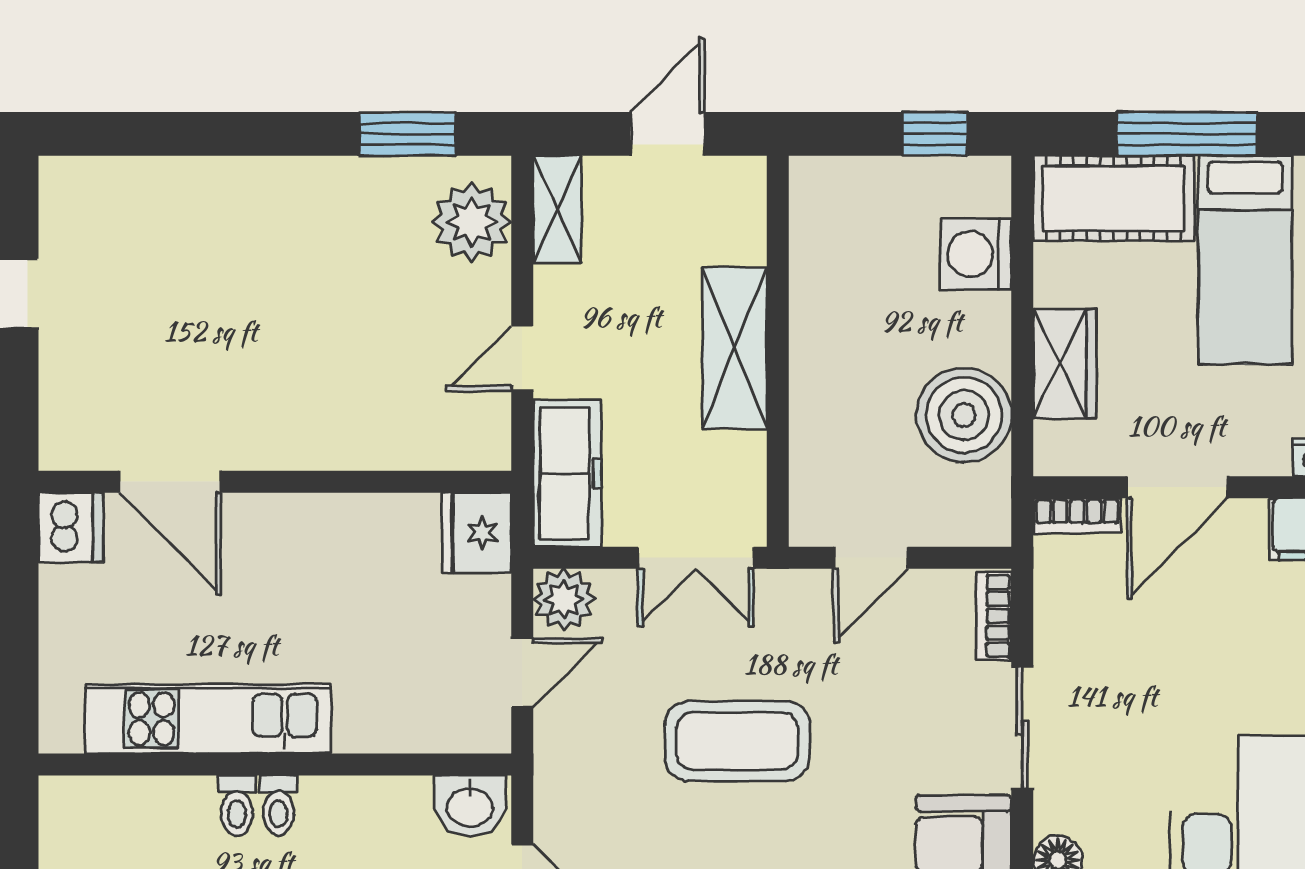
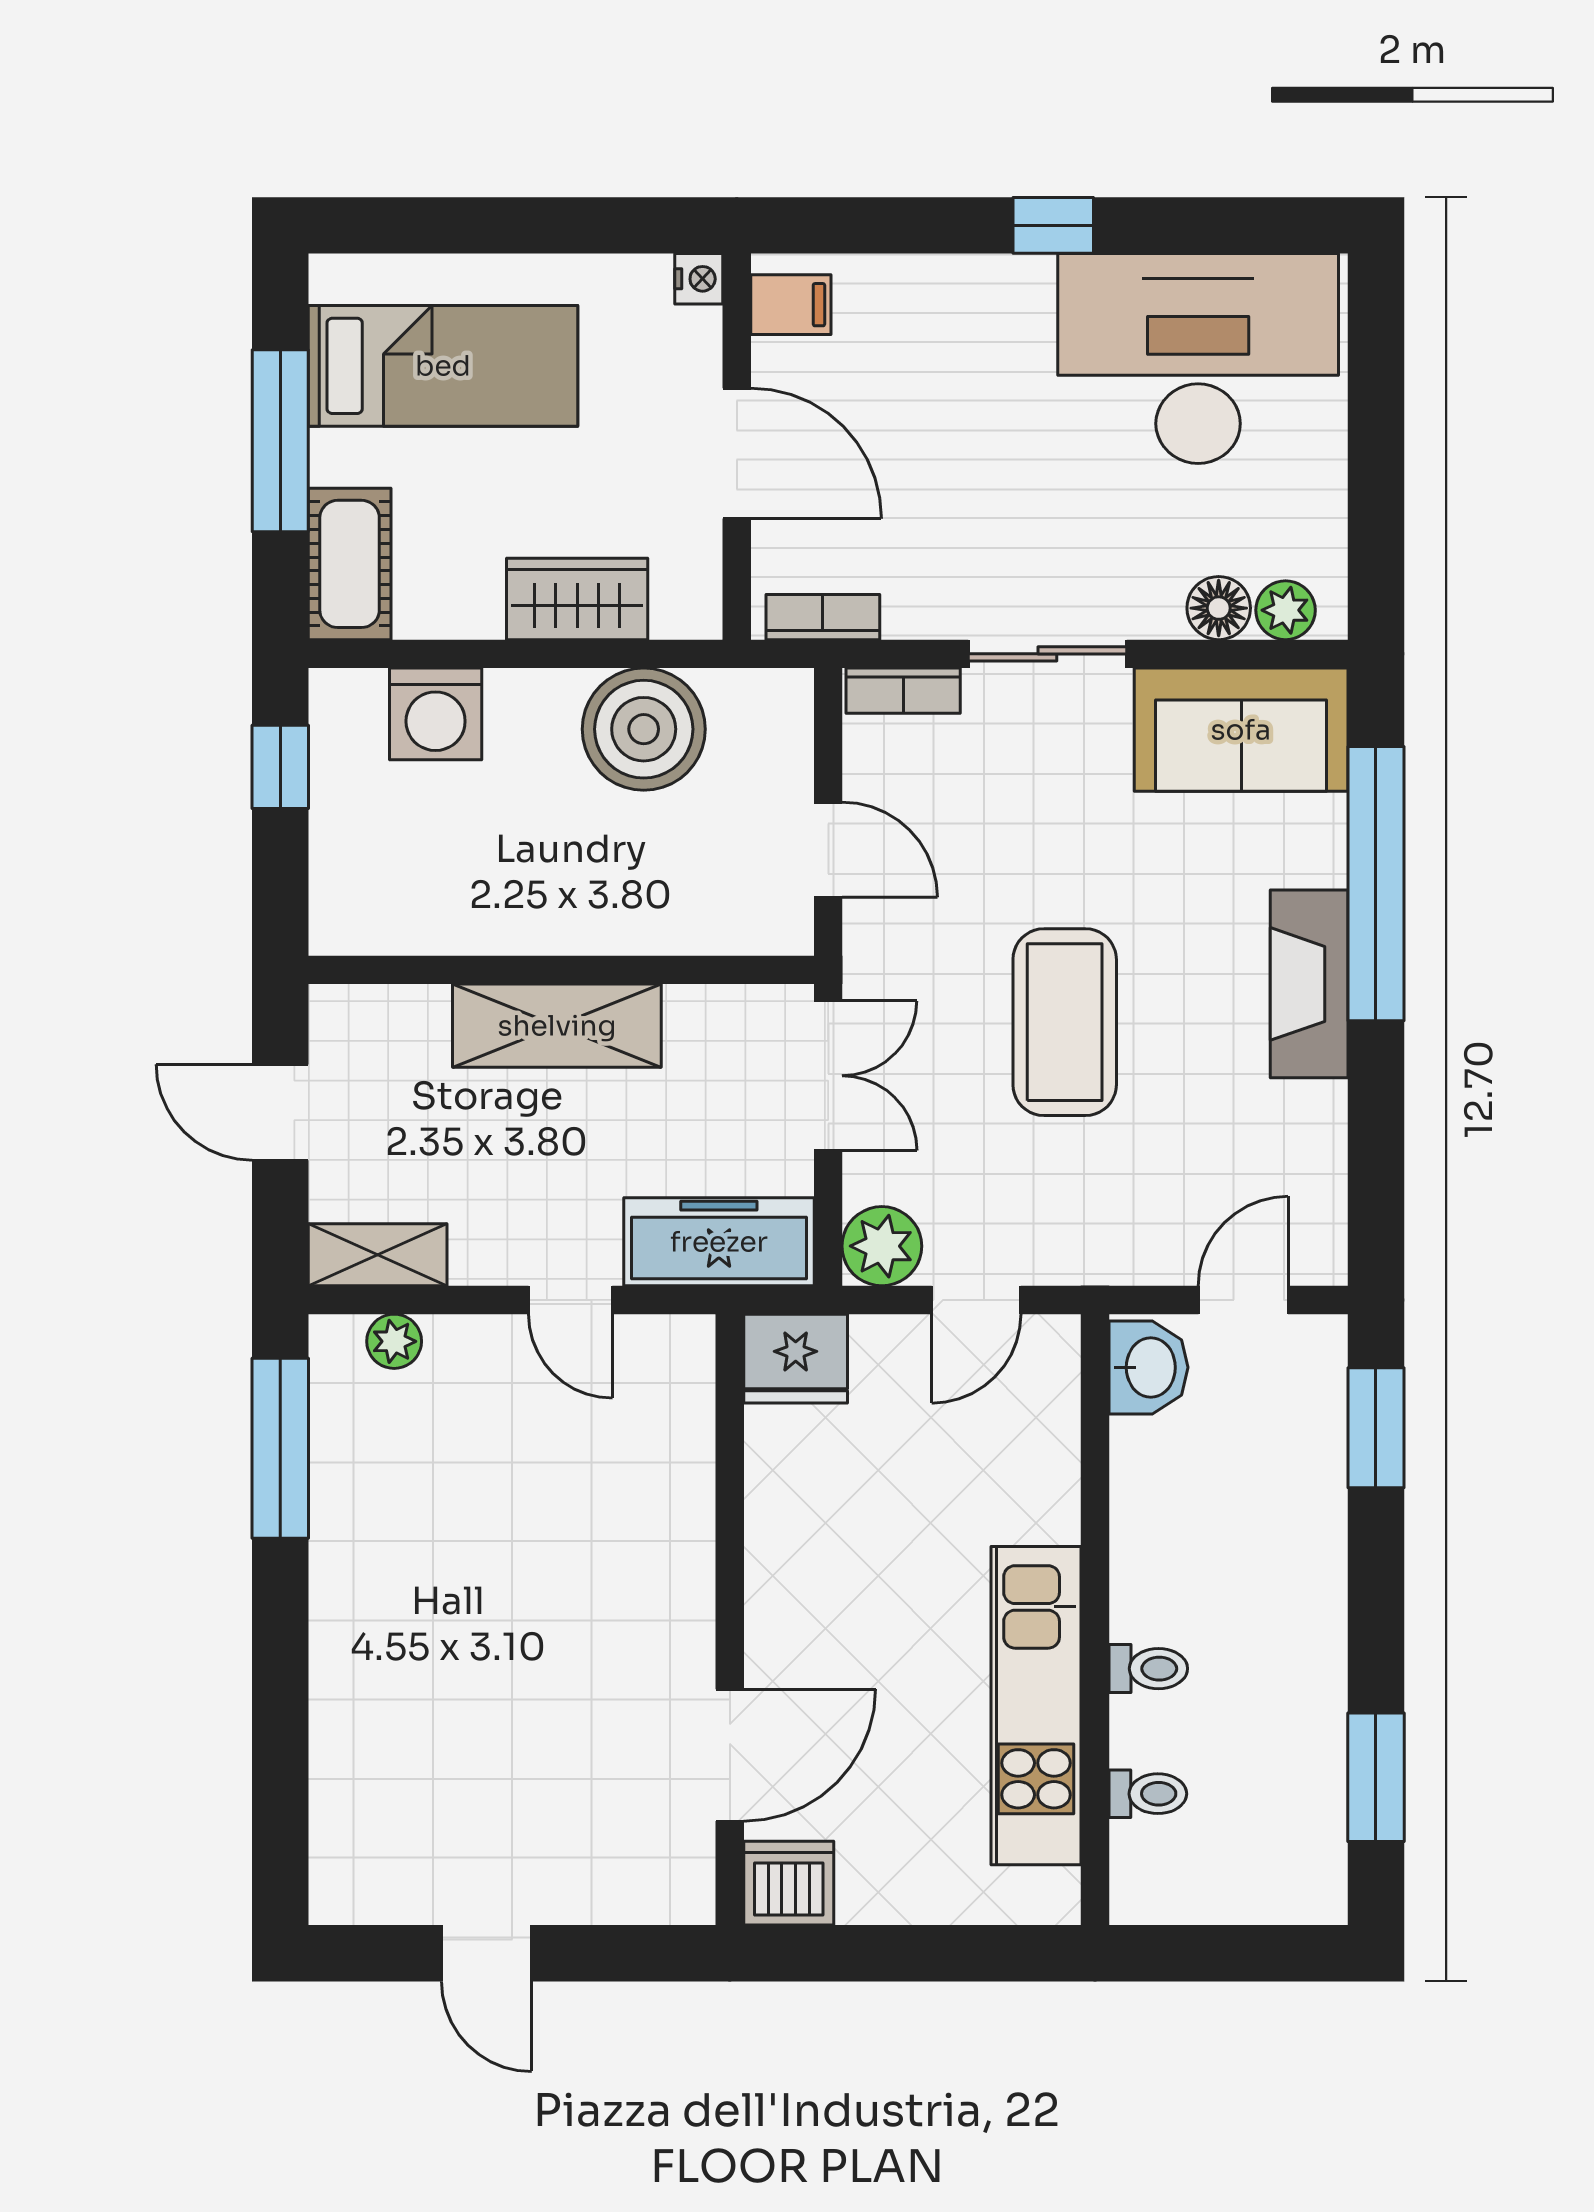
window: (407, 134) -> (280, 1448), width x1.44
cot: (1114, 198) -> (350, 564), width x0.73, depth x0.75
plant: (472, 222) -> (394, 1341), width x0.53, depth x0.53
bookcase: (1077, 516) -> (823, 617), moved, turned -90
door: (522, 673) -> (976, 1300), swing flipped
toilet: (278, 805) -> (1148, 1794), moved

